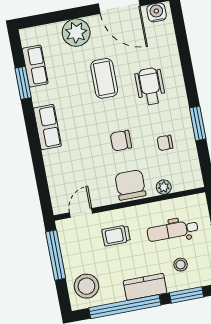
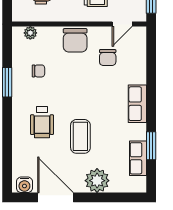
chair: (121, 141) -> (108, 58), moved, turned 90
plant: (164, 187) -> (30, 33), moved

